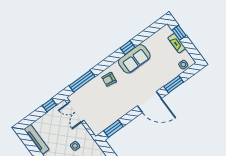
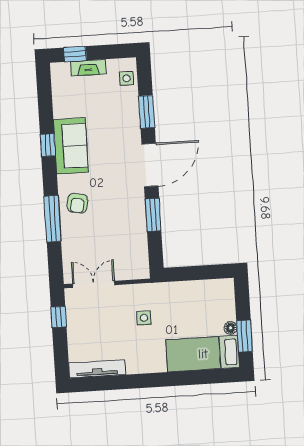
window: (82, 81) -> (52, 219), moved
double door: (76, 112) -> (94, 284), swing flipped
window: (113, 129) -> (153, 215), moved

